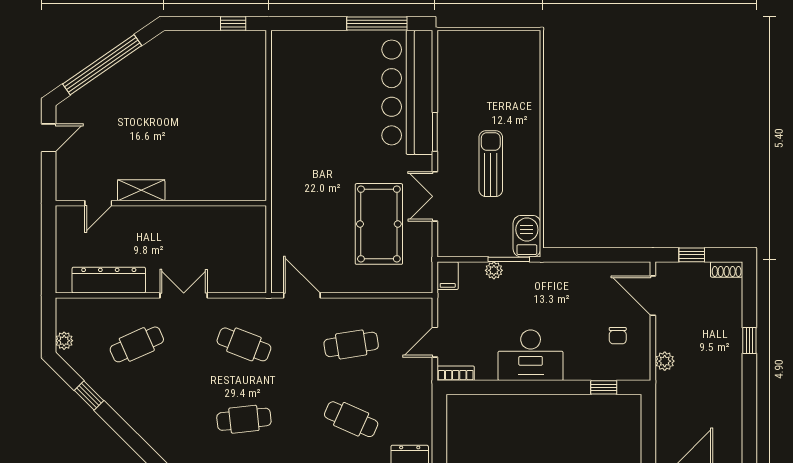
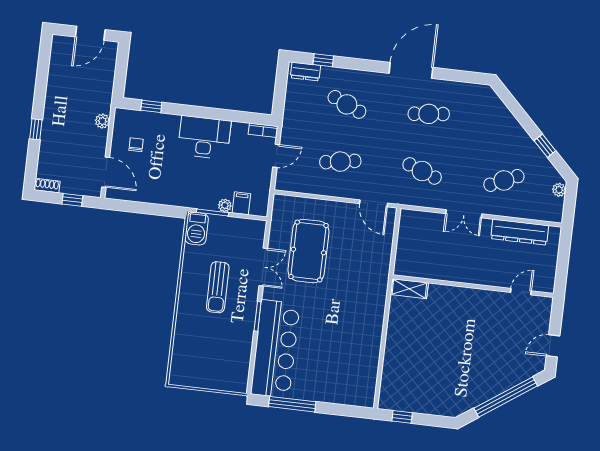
shelving: (141, 190) -> (409, 289), moved
filing cabinet: (448, 276) -> (241, 203), moved

